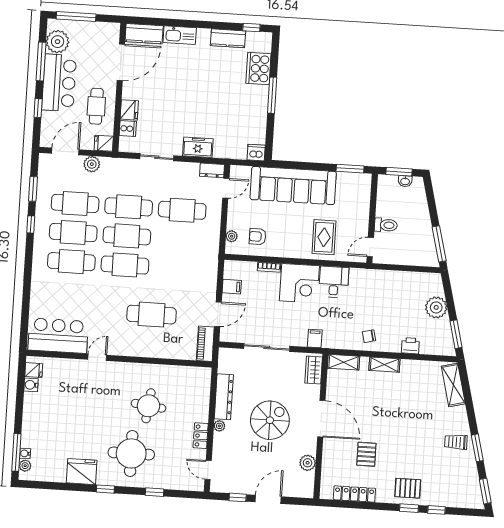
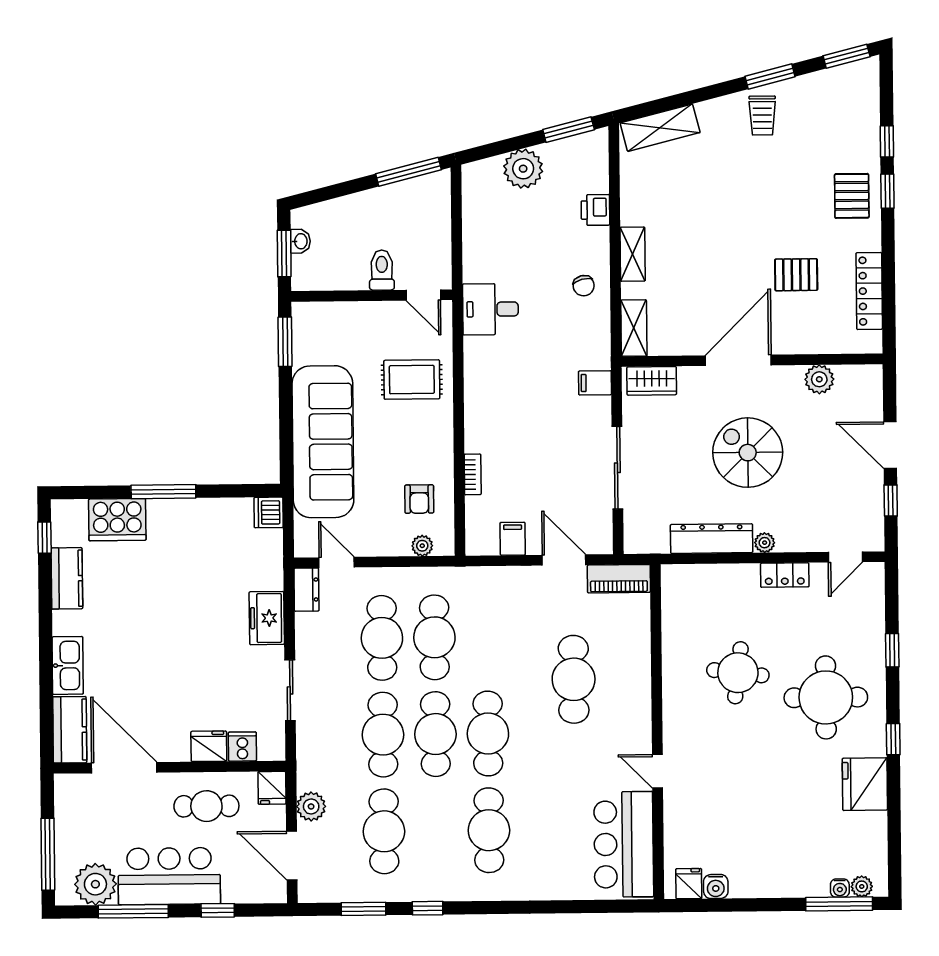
cafe table: (73, 233) -> (434, 637), moved
desk: (334, 282) -> (490, 309), moved
corner desk: (299, 283) -> (498, 418), removed

